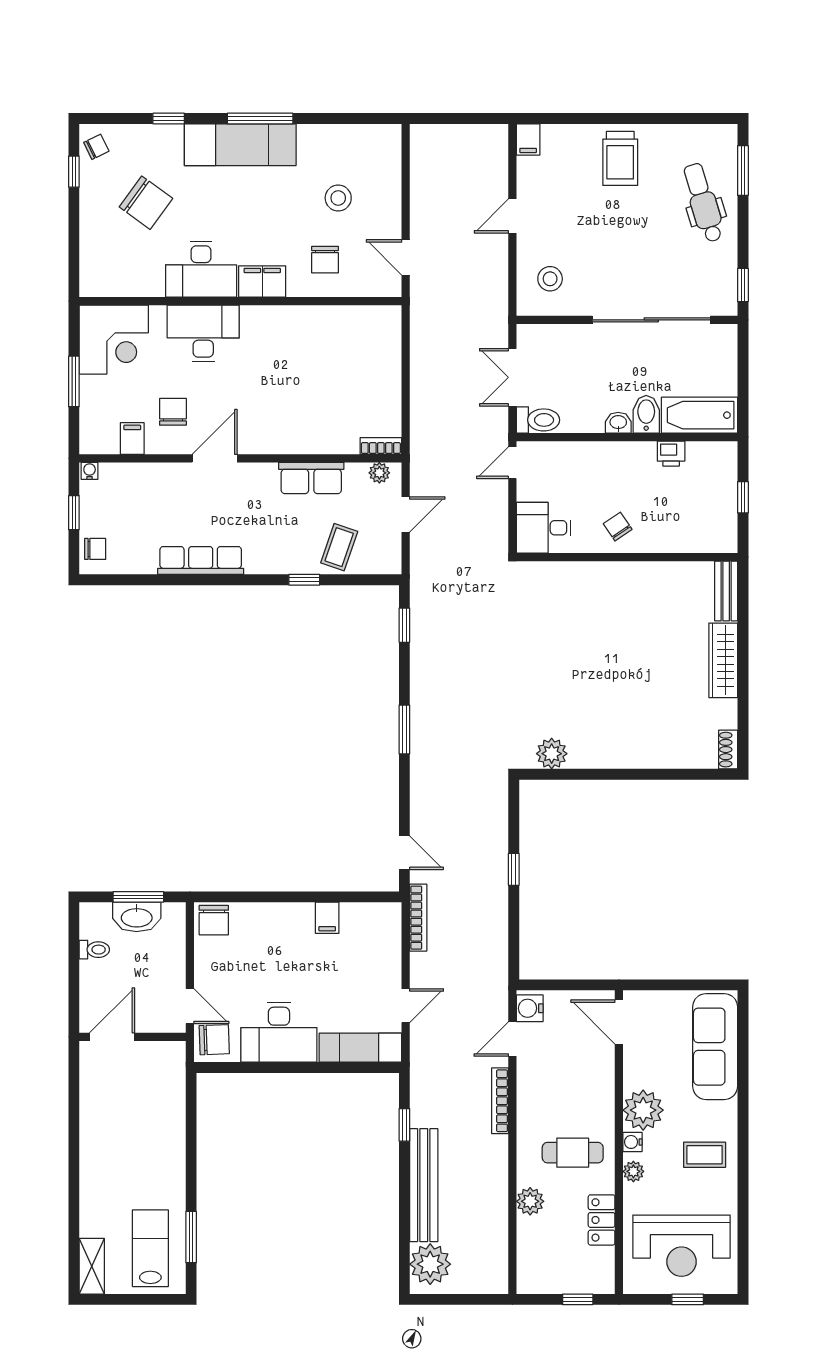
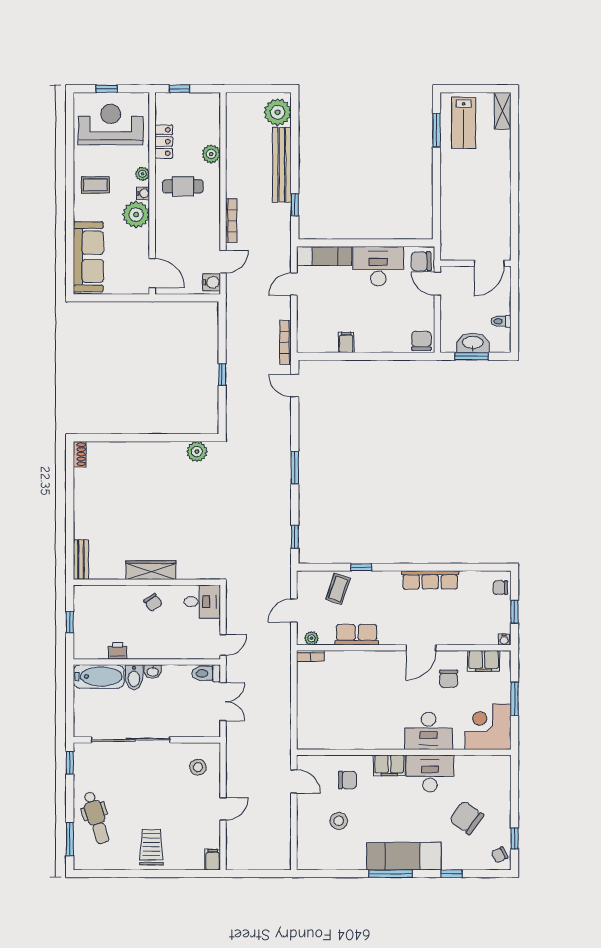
chair: (325, 260) -> (348, 780), turned 90
filing cabinet: (132, 439) -> (484, 661), width x2.00
wardrobe: (723, 660) -> (151, 570), moved, turned -90

